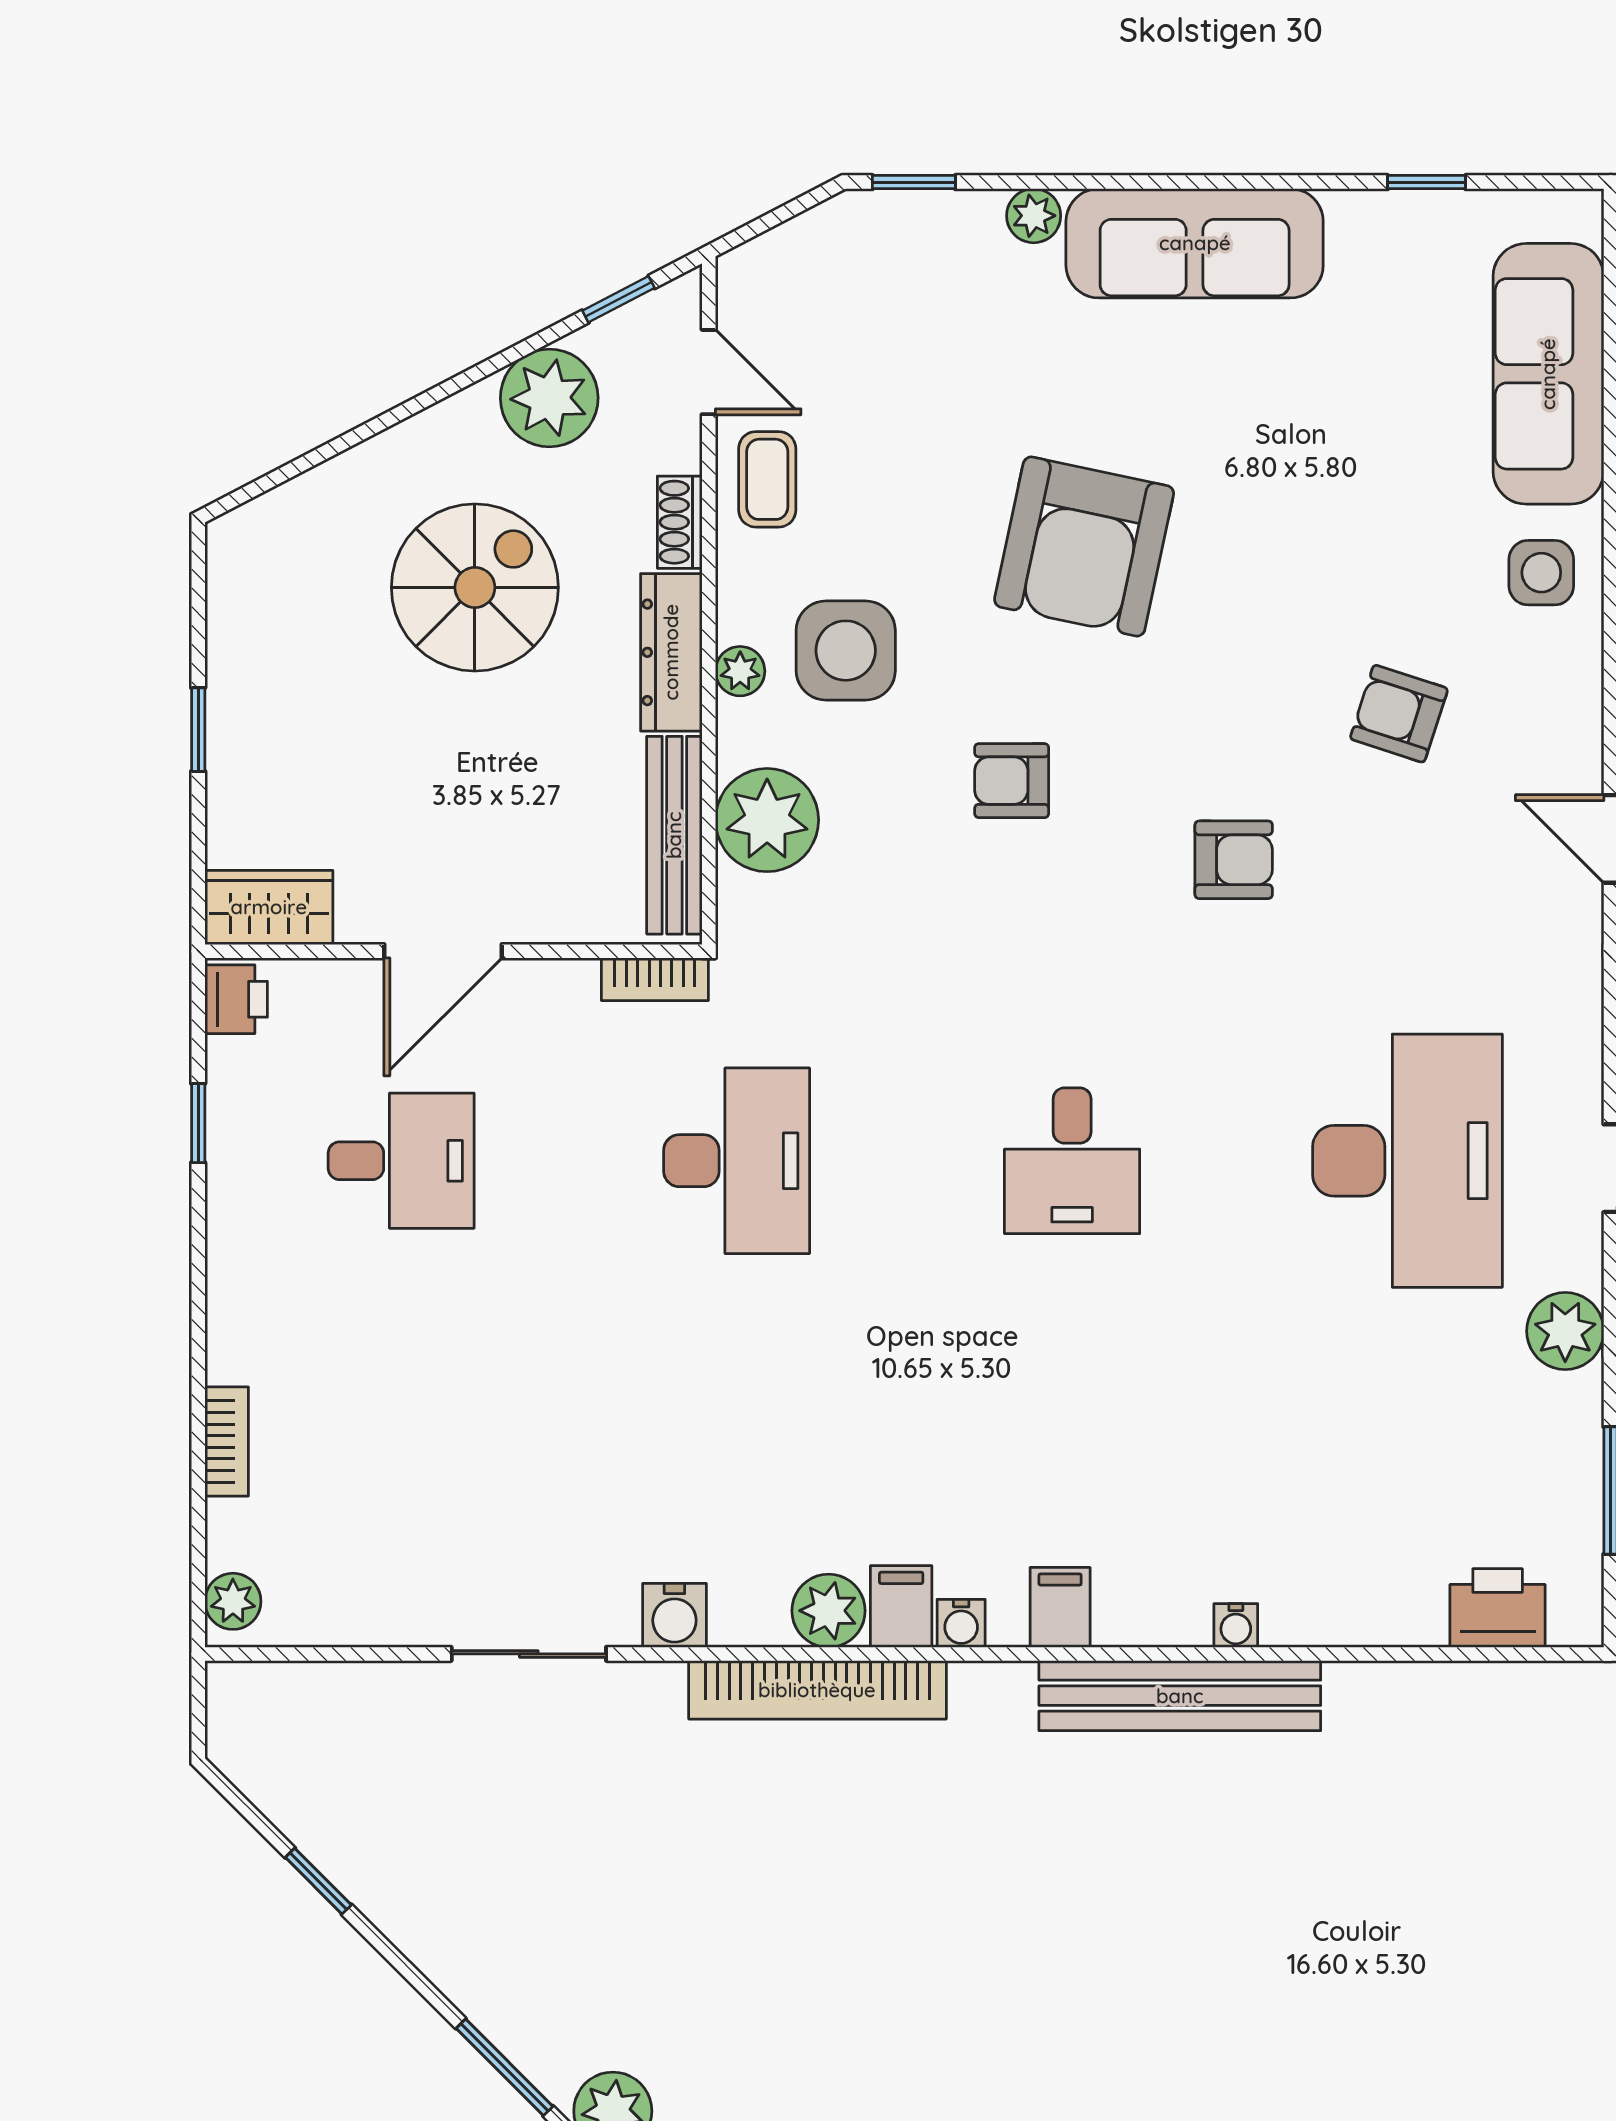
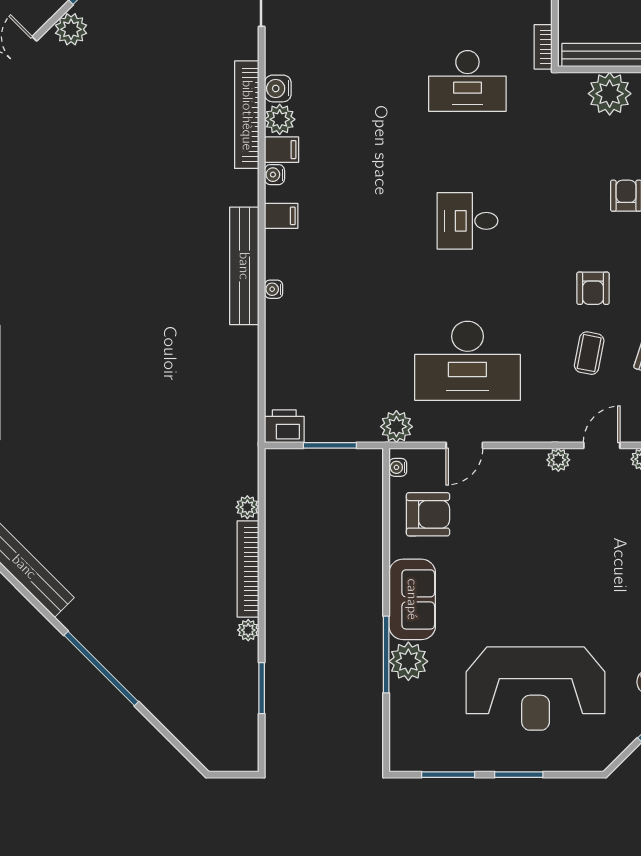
coffee table: (1389, 869) -> (589, 353), added
printer: (1498, 1608) -> (284, 426), moved, turned -90
water cooler: (674, 1615) -> (278, 88), moved

